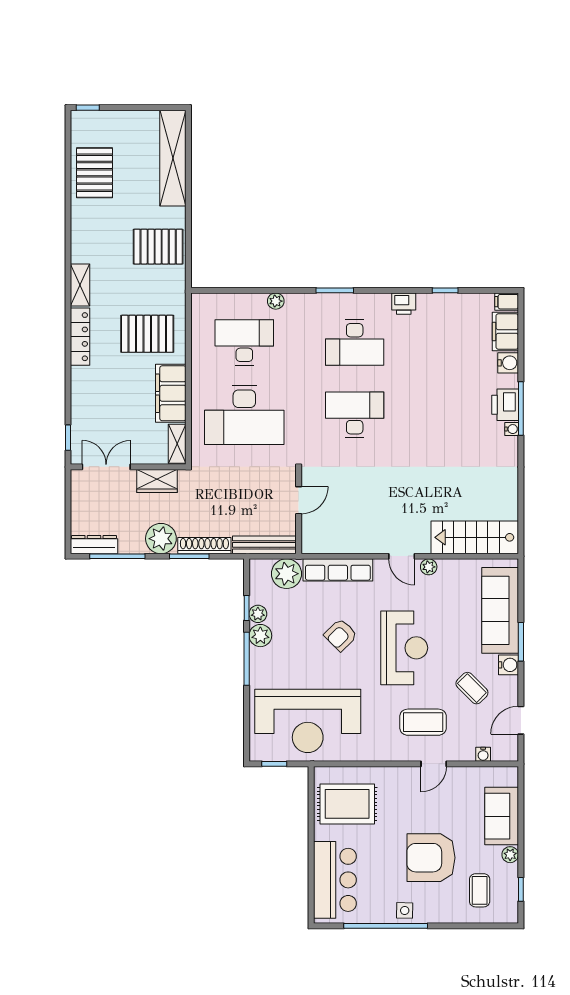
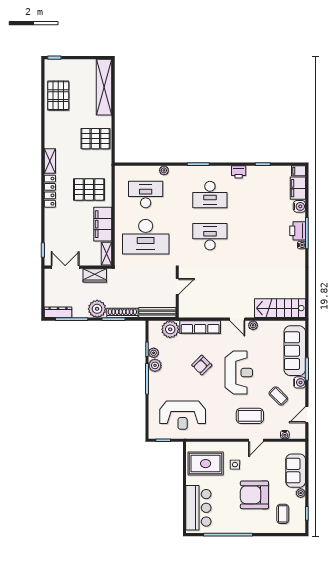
reception desk: (308, 721) -> (183, 415), width x0.74, depth x0.77
side table: (405, 910) -> (235, 465), moved

